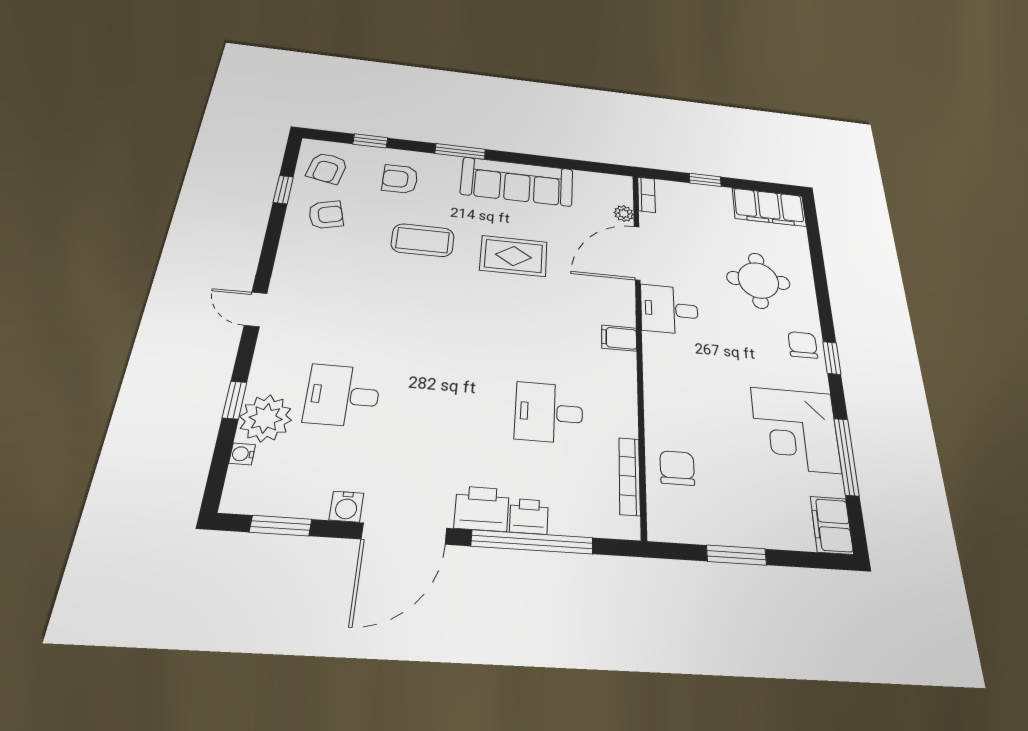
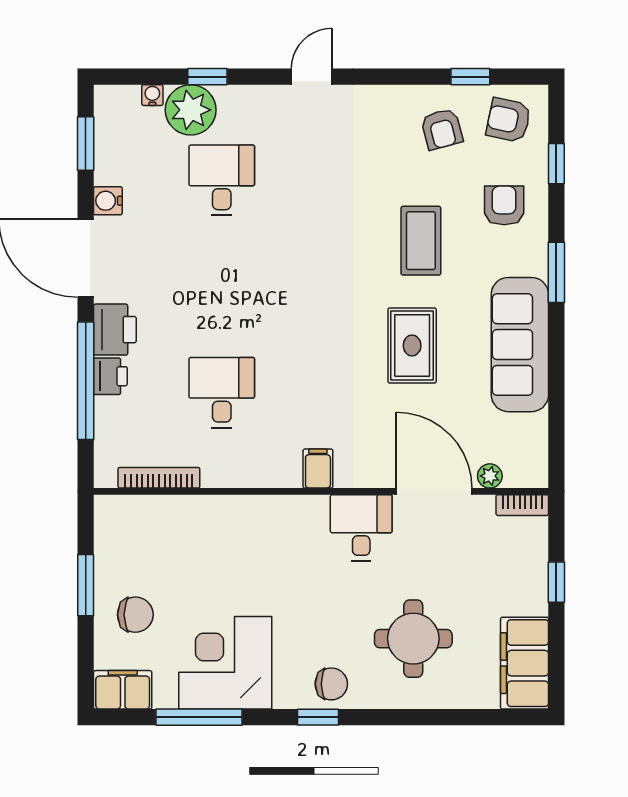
chair: (677, 468) -> (135, 615), moved

